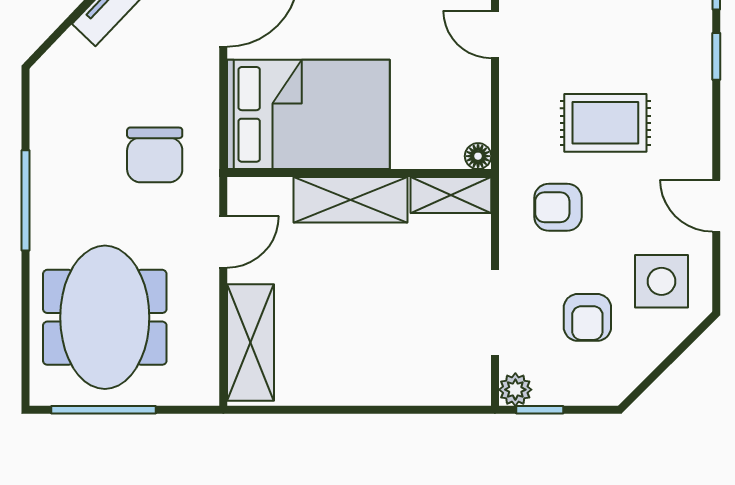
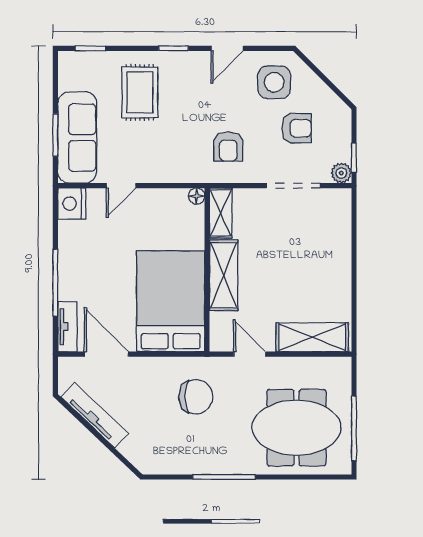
window: (716, 56) -> (174, 48), moved
rug: (605, 123) -> (140, 92), moved

